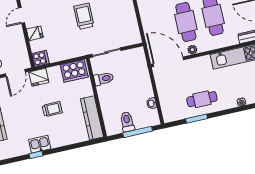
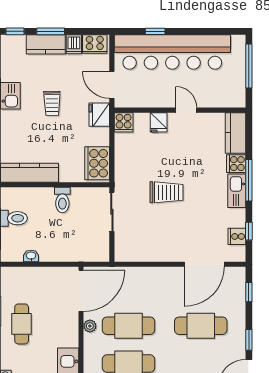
toilet: (104, 79) -> (62, 200), moved
trolley: (52, 109) -> (52, 103), moved

